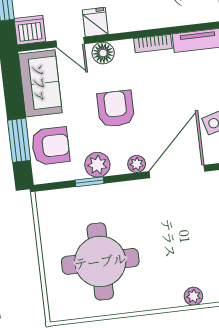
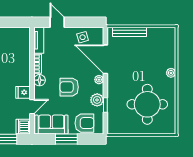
floor lamp: (103, 53) -> (40, 80), moved
window: (19, 140) -> (66, 139), moved
armchair: (51, 146) -> (84, 123), turned 90
plant: (193, 296) -> (171, 73), moved

